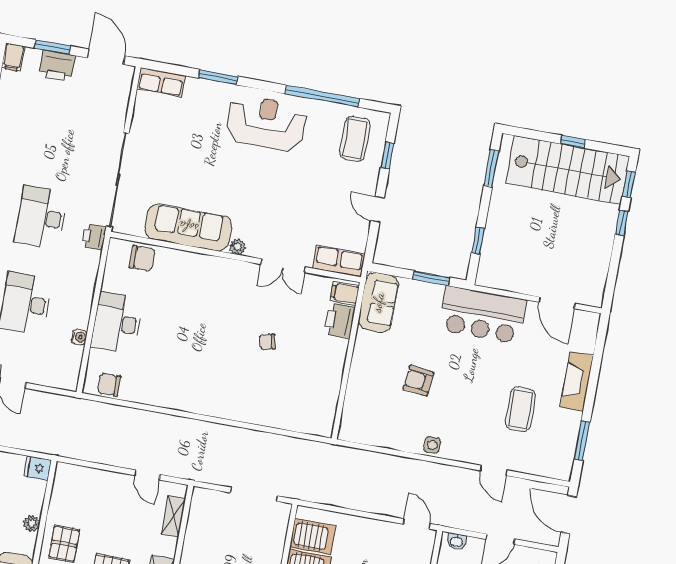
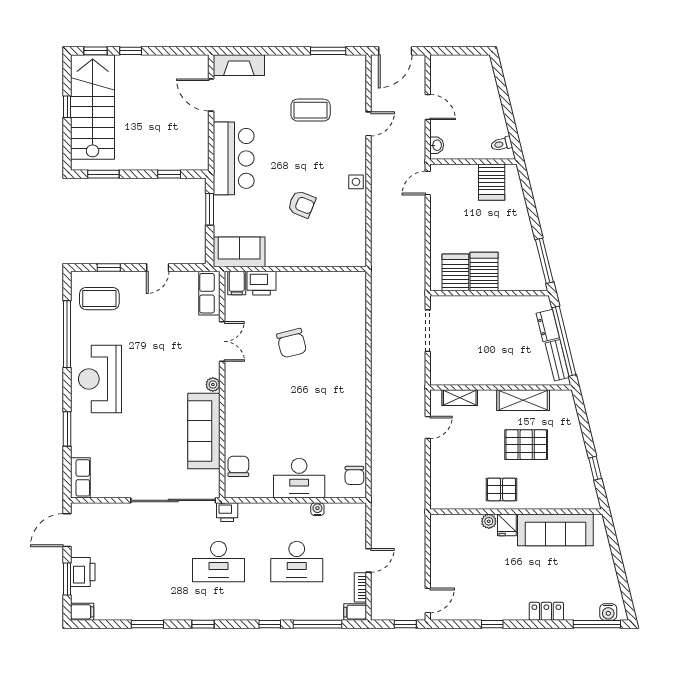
door: (557, 303) -> (211, 95), swing flipped
chair: (267, 342) -> (292, 343), width x1.87, depth x1.87
armchair: (418, 381) -> (302, 204), turned -74
fireplace: (577, 381) -> (239, 65), moved
fridge: (38, 468) -> (507, 525), moved

